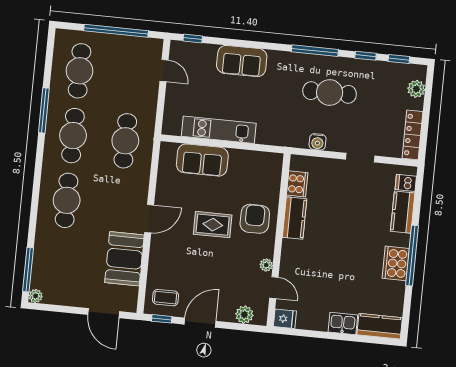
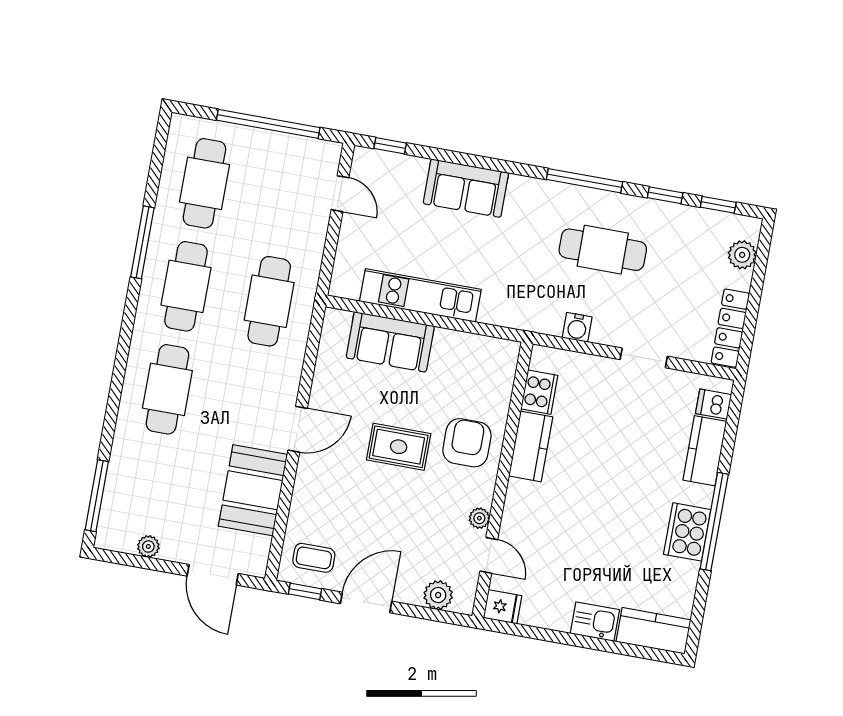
plant: (36, 296) -> (148, 546), moved

